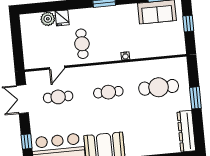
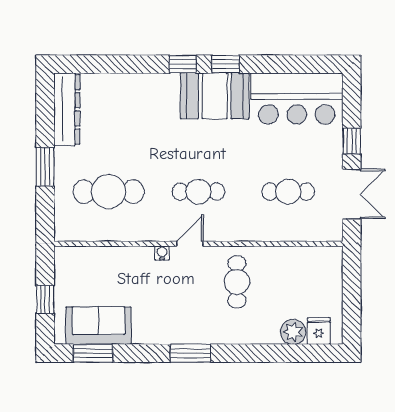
fridge: (62, 18) -> (319, 331), moved
door: (57, 68) -> (190, 244), moved
window: (27, 142) -> (352, 141), moved

